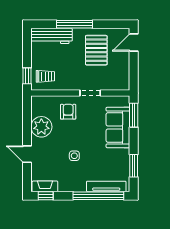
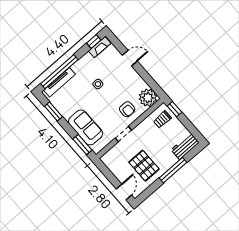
workbench: (52, 36) -> (185, 146), width x0.73
plant: (41, 127) -> (148, 98), moved

